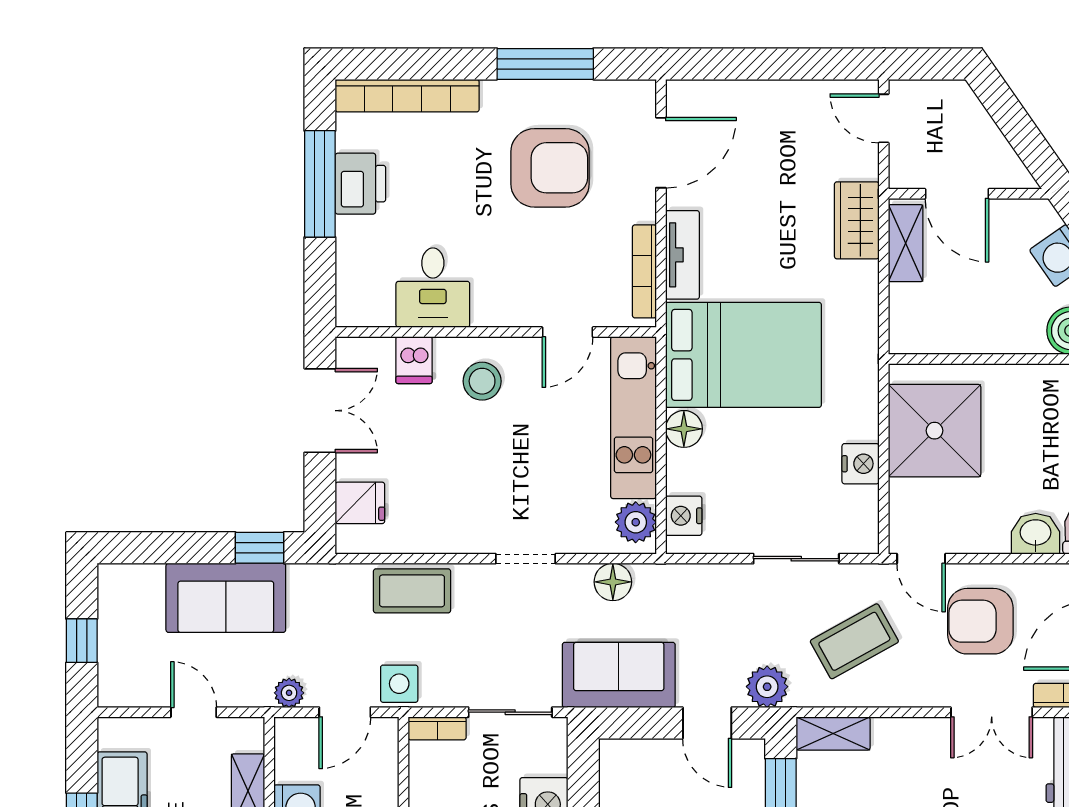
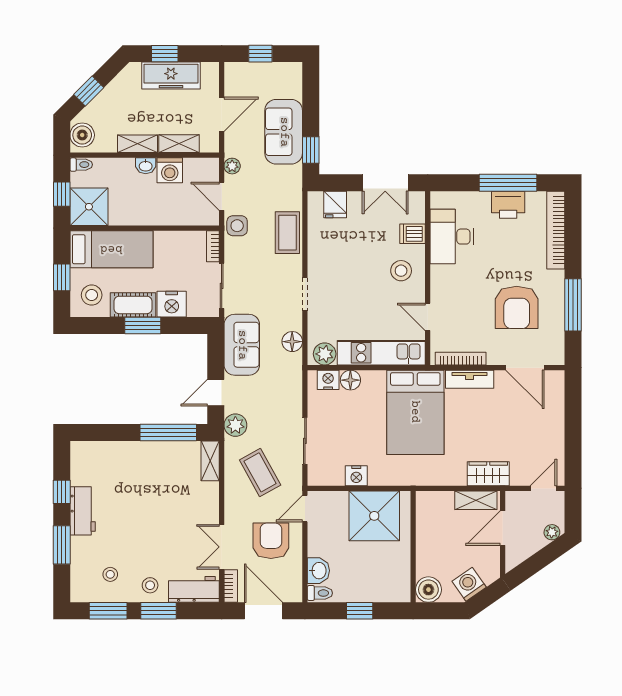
plant: (965, 103) -> (552, 532), added
desk: (433, 288) -> (452, 237), width x1.37
floor lamp: (684, 429) -> (350, 380), moved
door: (194, 712) -> (222, 114), width x1.38

